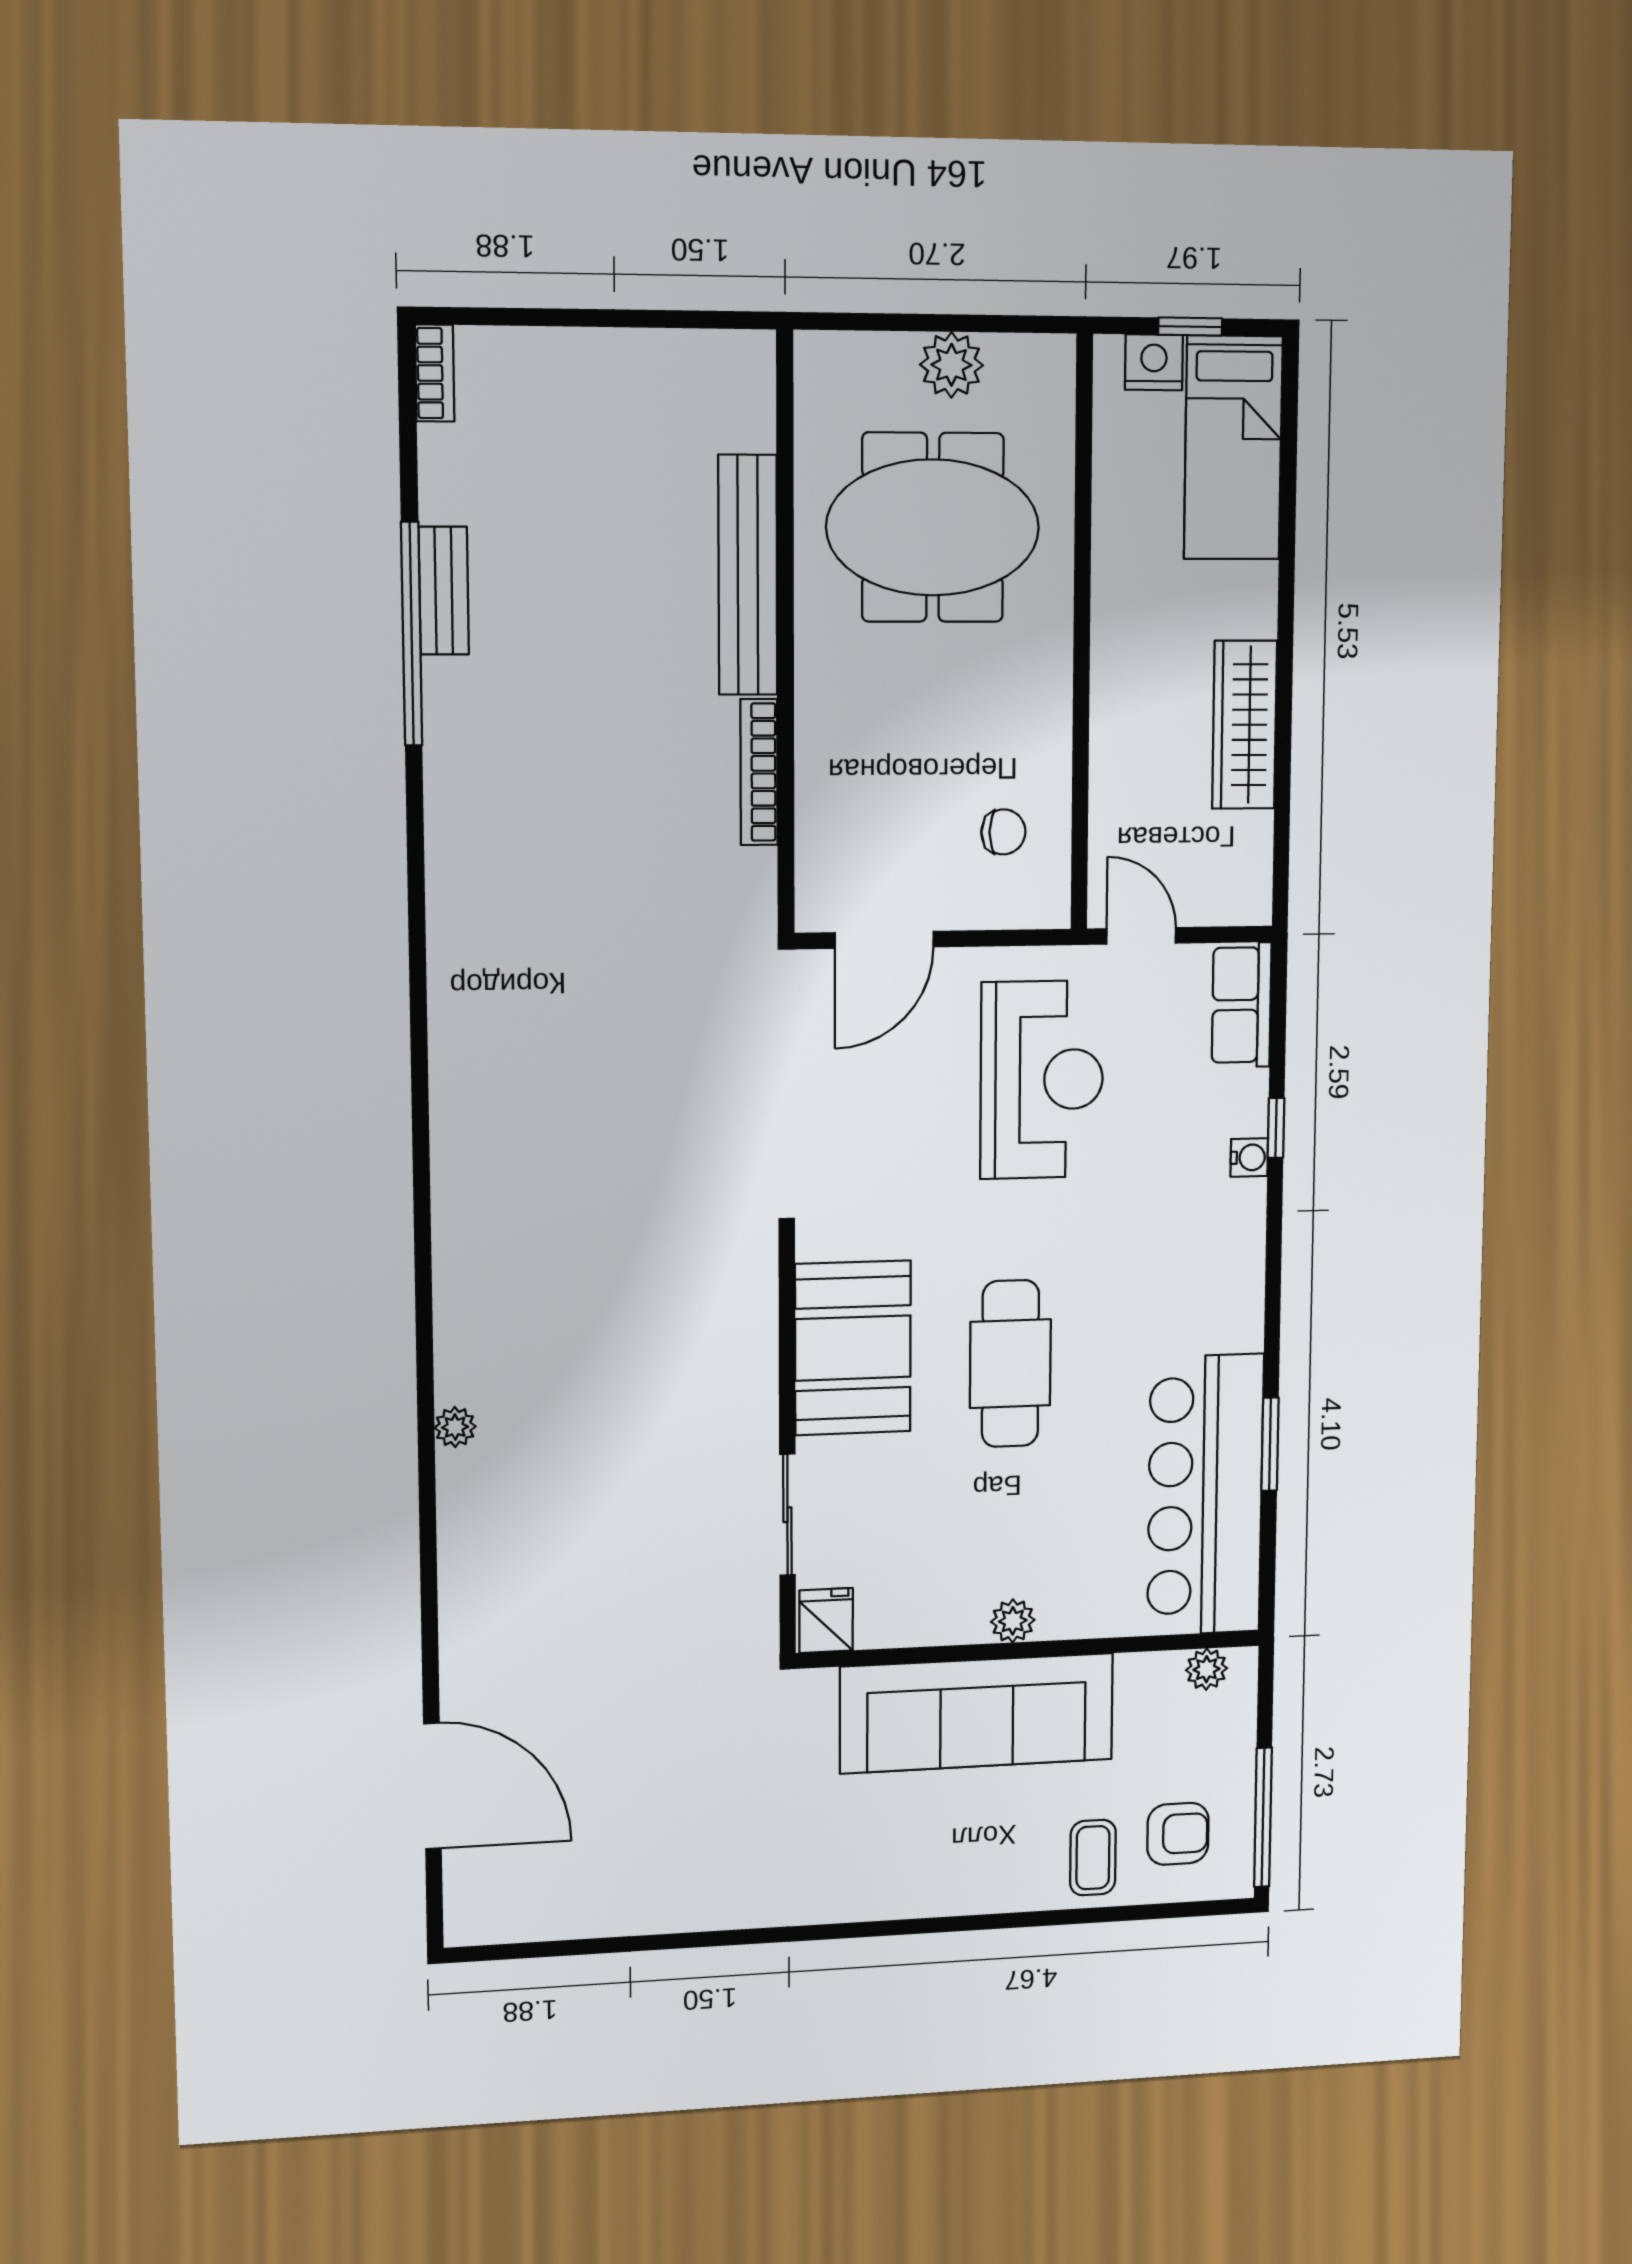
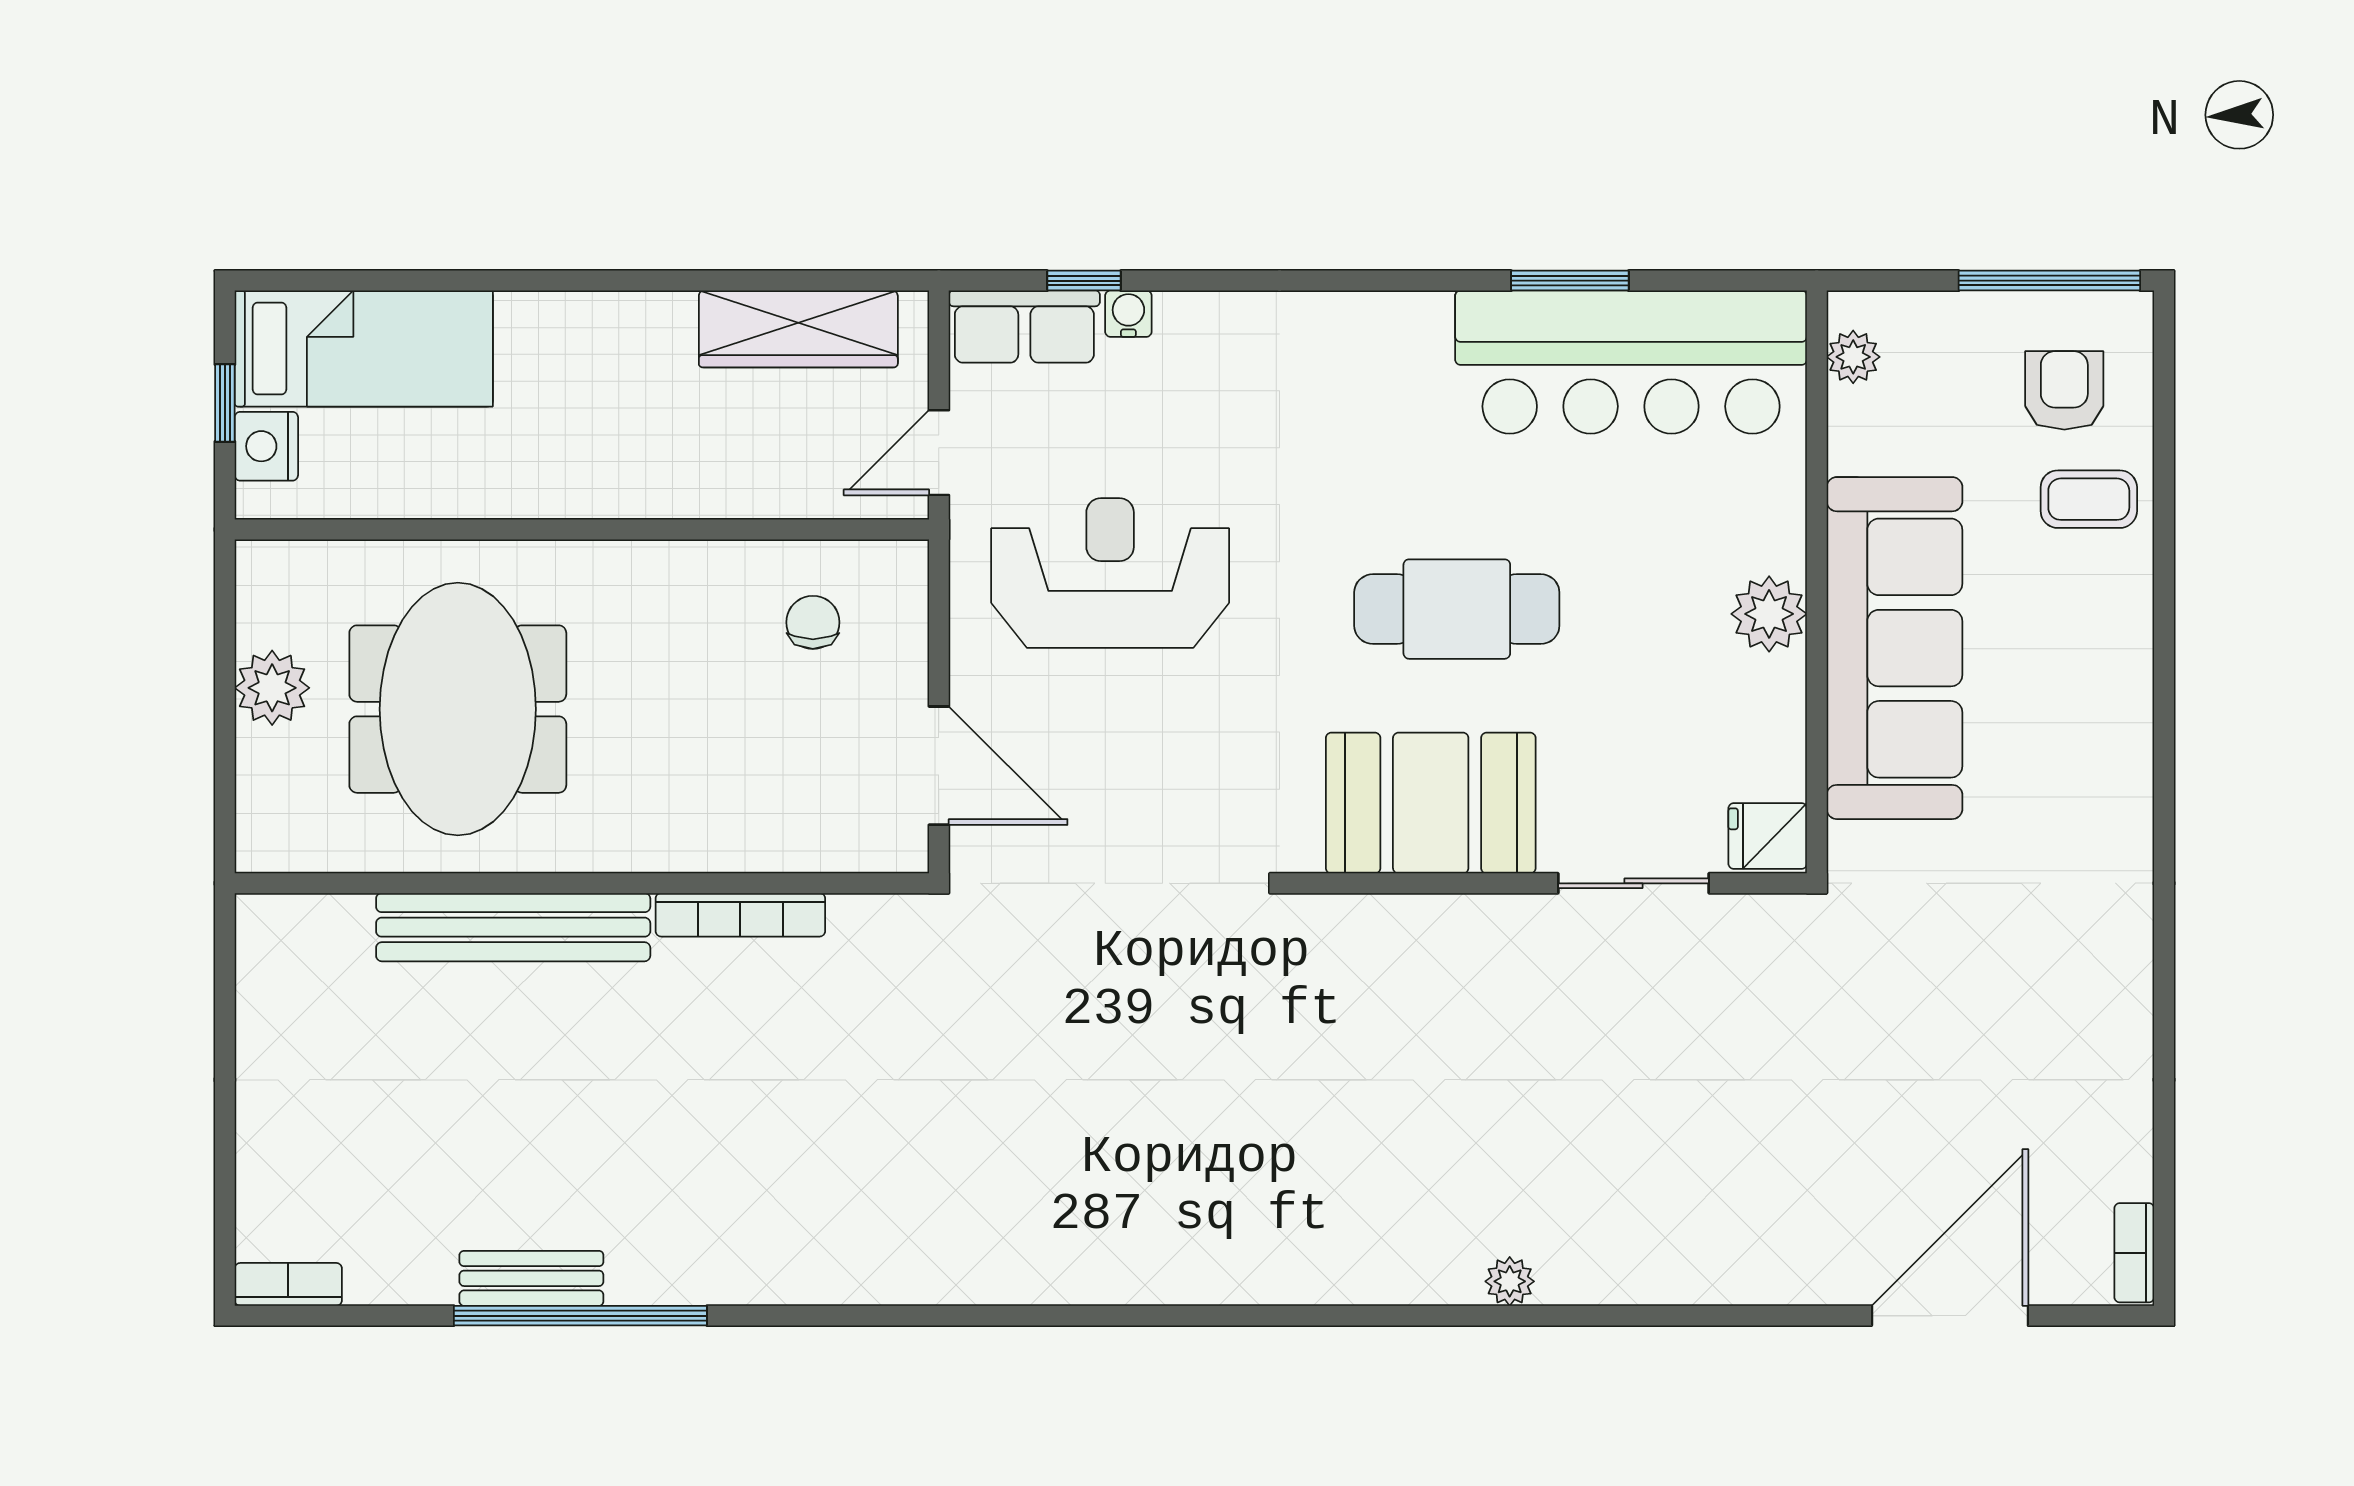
wardrobe: (1245, 725) -> (798, 329), moved
window: (1276, 1128) -> (1084, 281), moved
water cooler: (1249, 1157) -> (1128, 314), moved
plant: (1013, 1621) -> (1769, 614), width x1.38, depth x1.38
bookcase: (487, 1929) -> (2134, 1253), added

